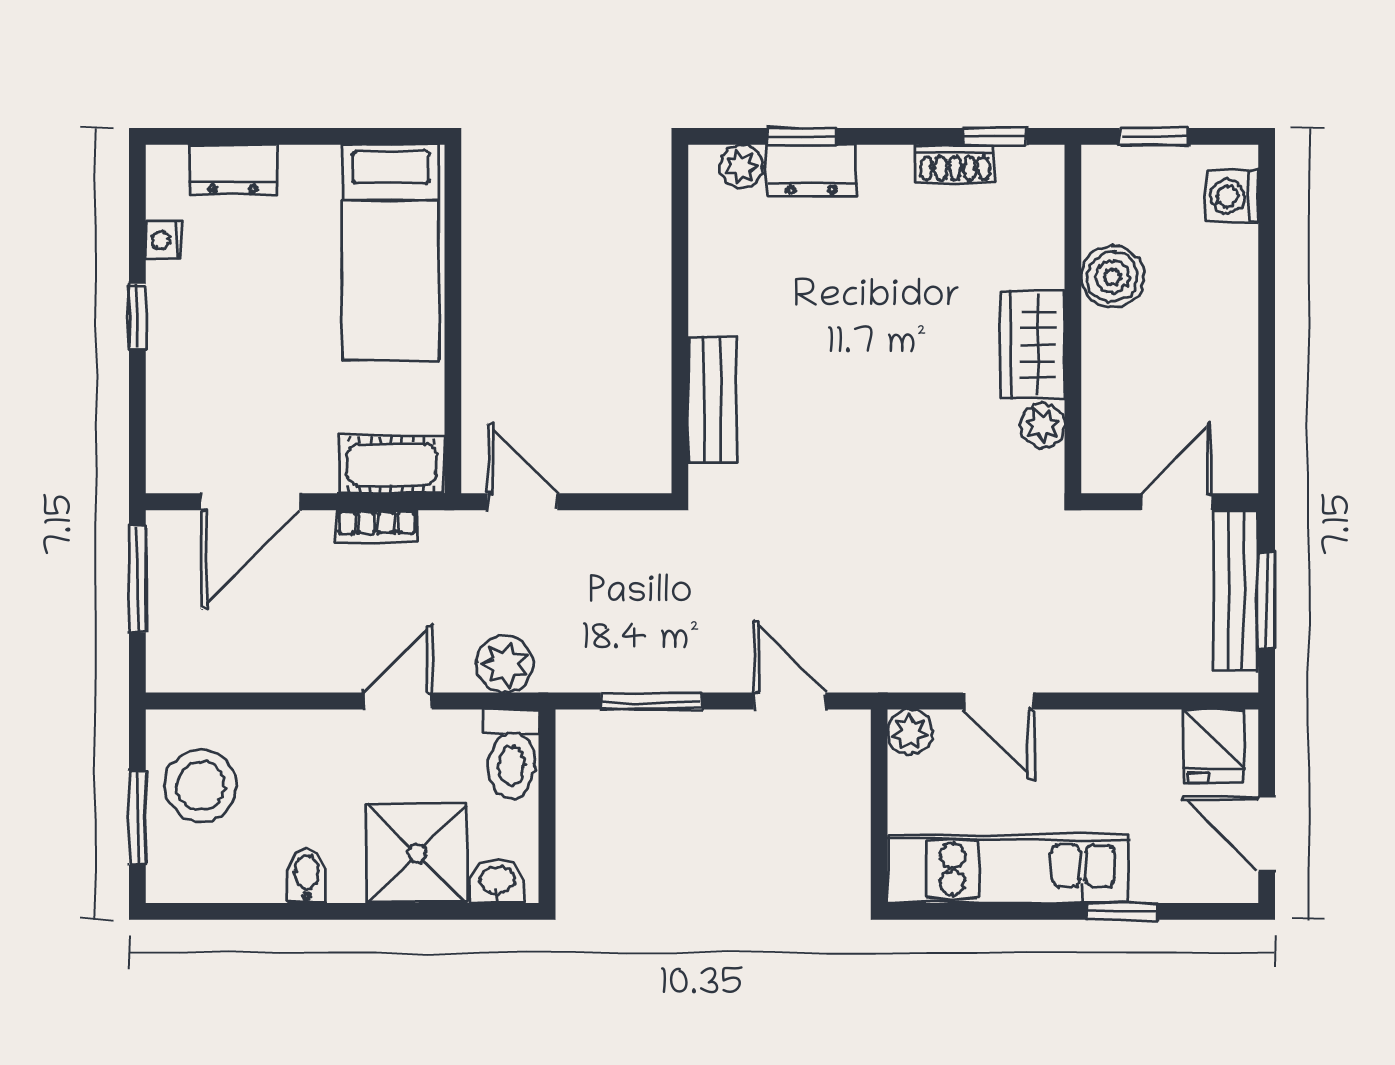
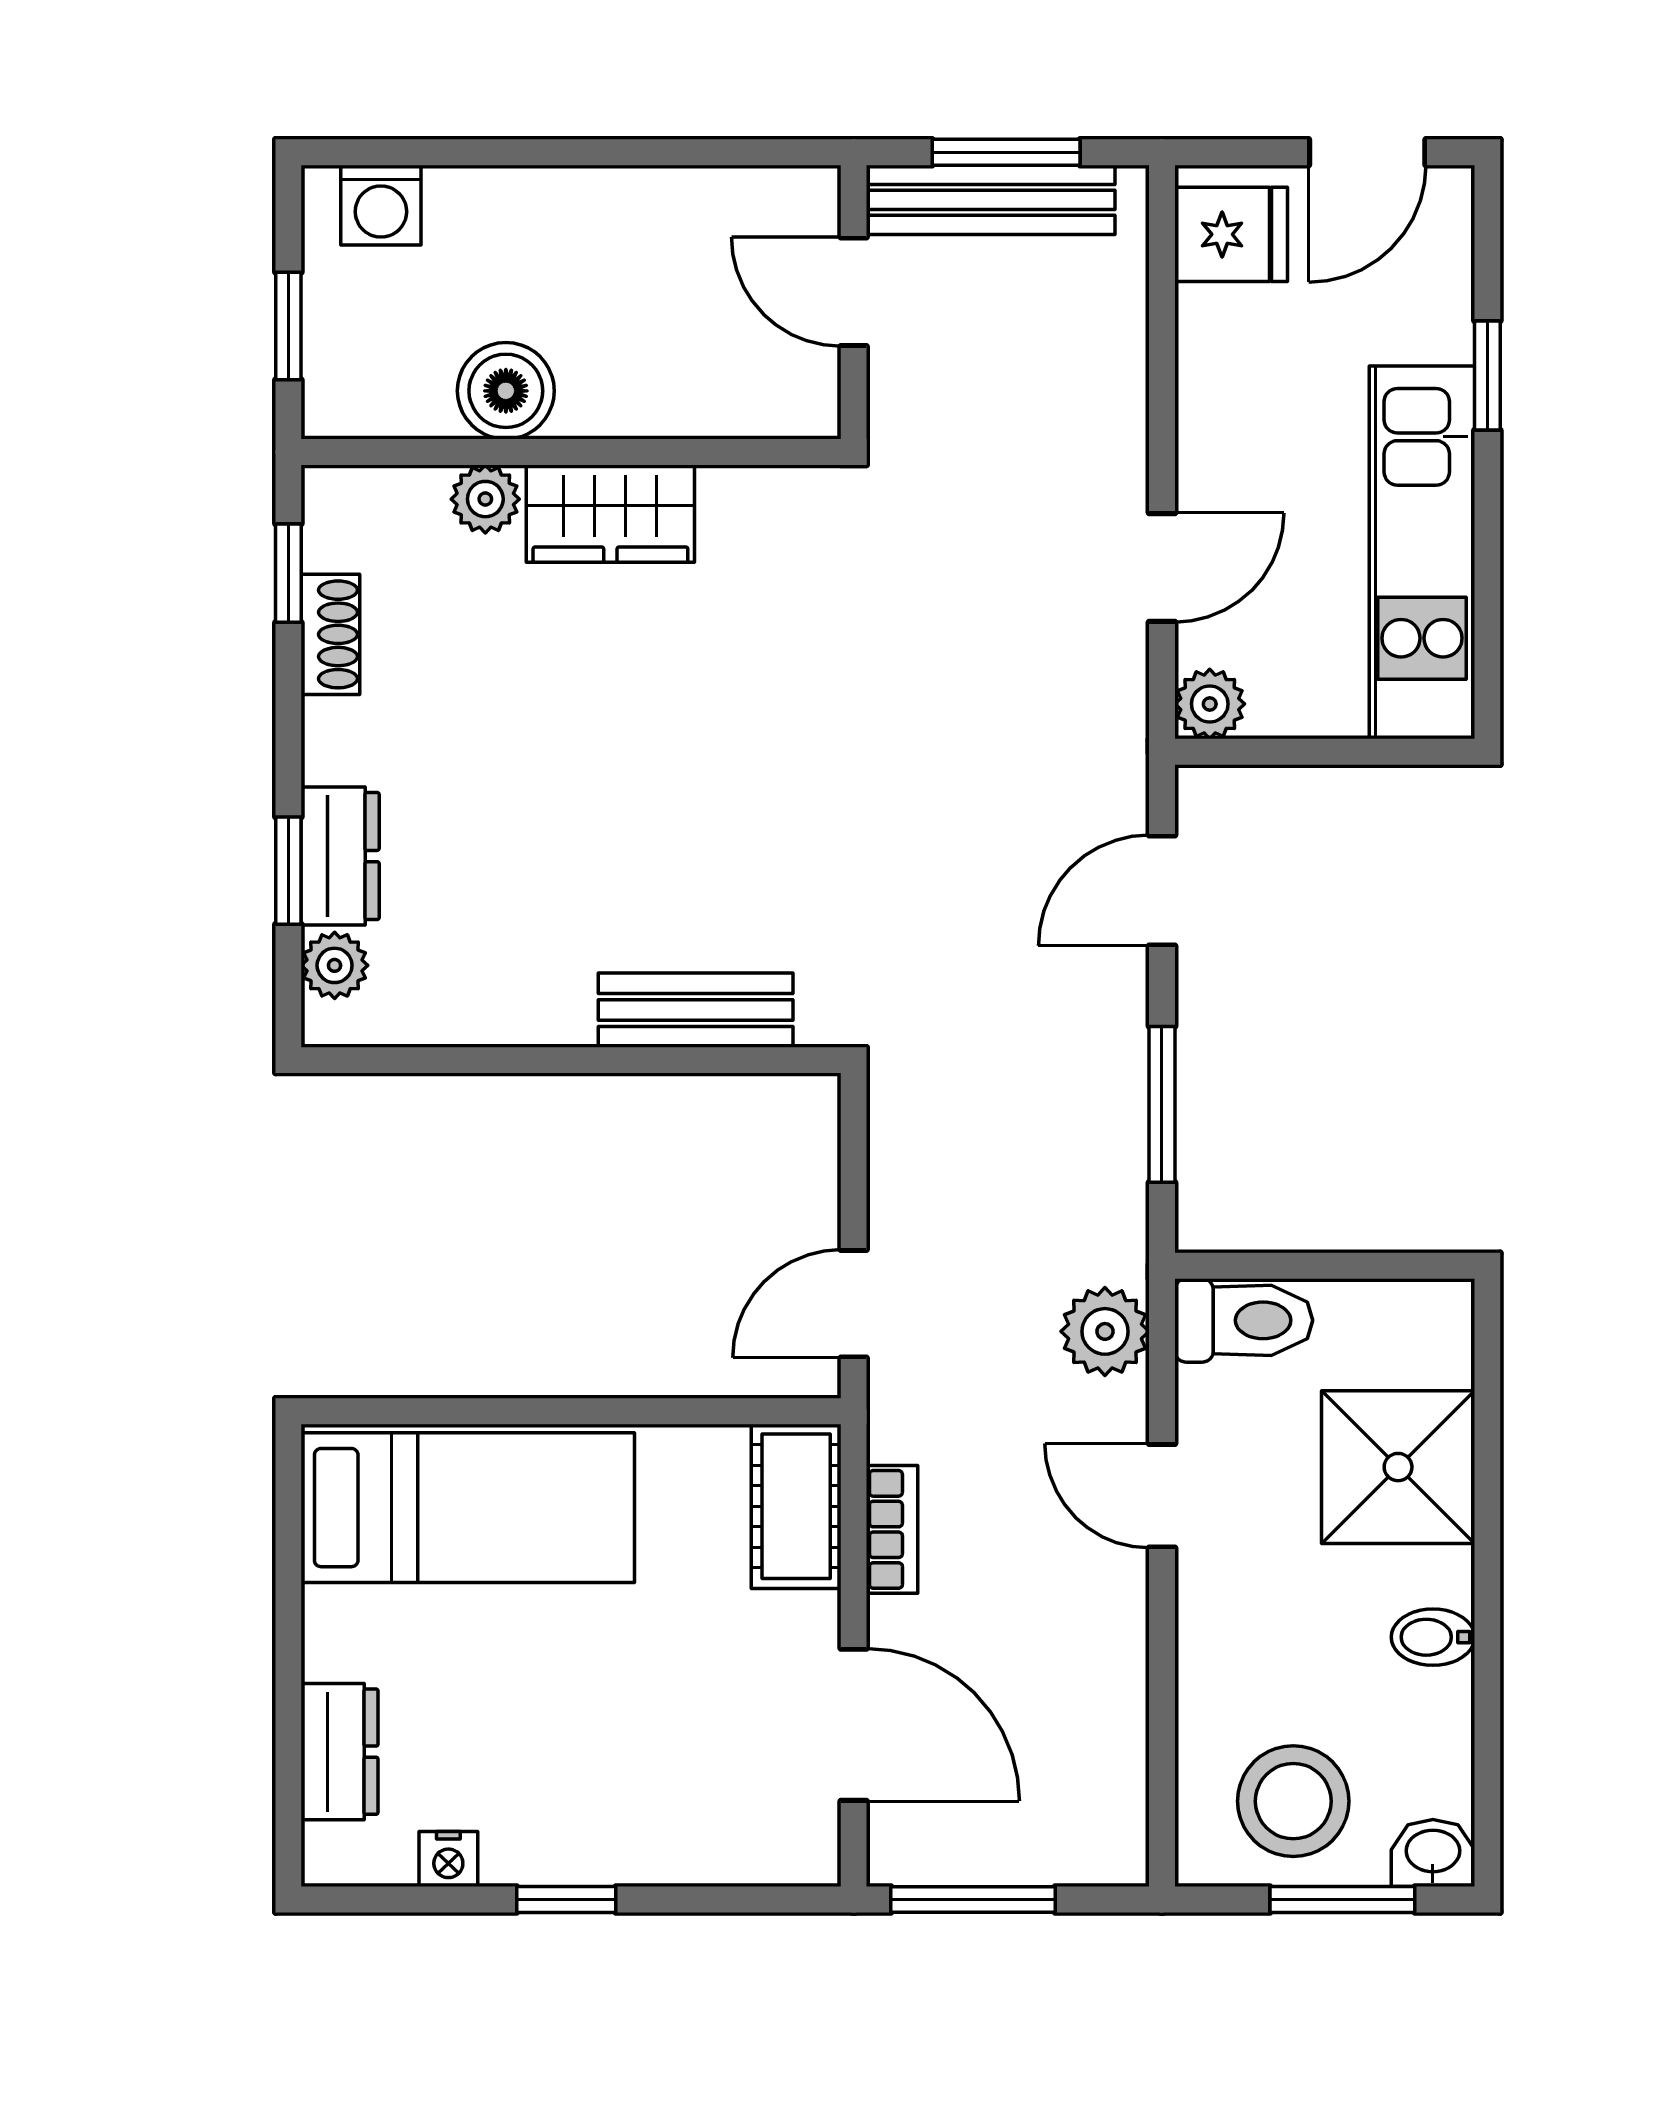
plant: (1043, 425) -> (485, 499), moved
washbasin: (498, 881) -> (1433, 1853), moved, turned 90

